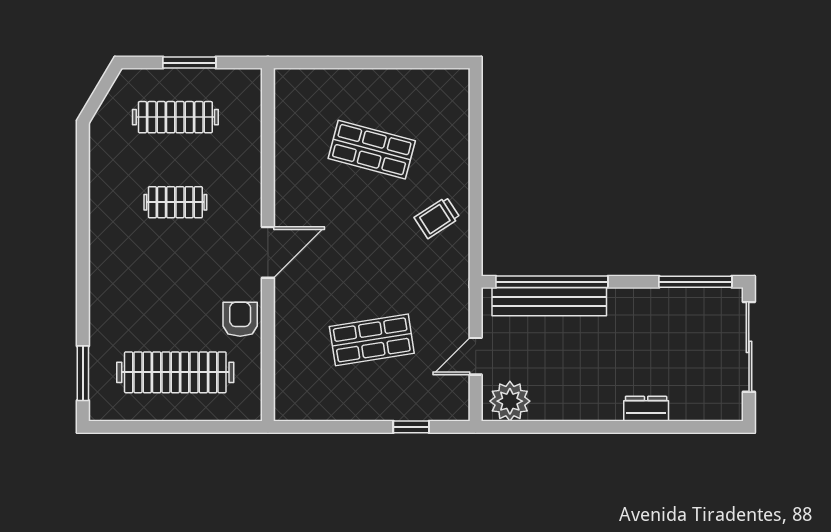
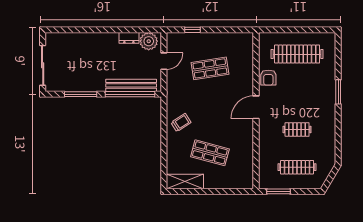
window: (189, 63) -> (279, 191), moved
shelving: (428, 85) -> (185, 182), added
window: (695, 282) -> (81, 94), moved
window: (83, 373) -> (338, 92), moved
dresser: (646, 409) -> (129, 38), moved

